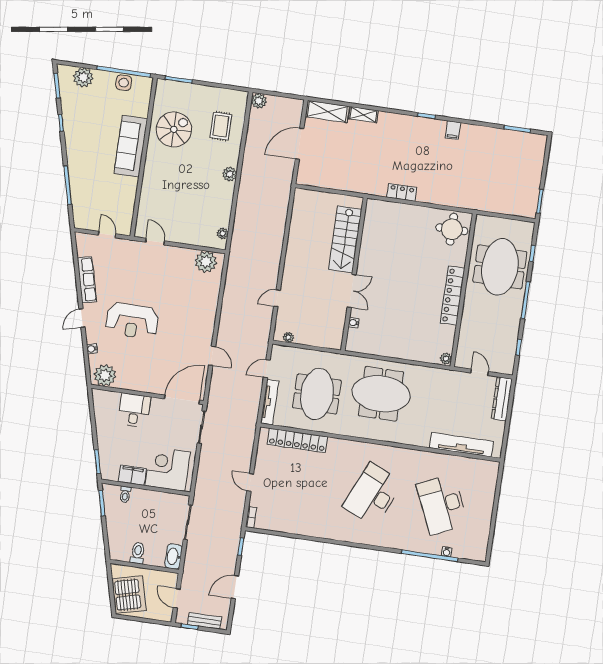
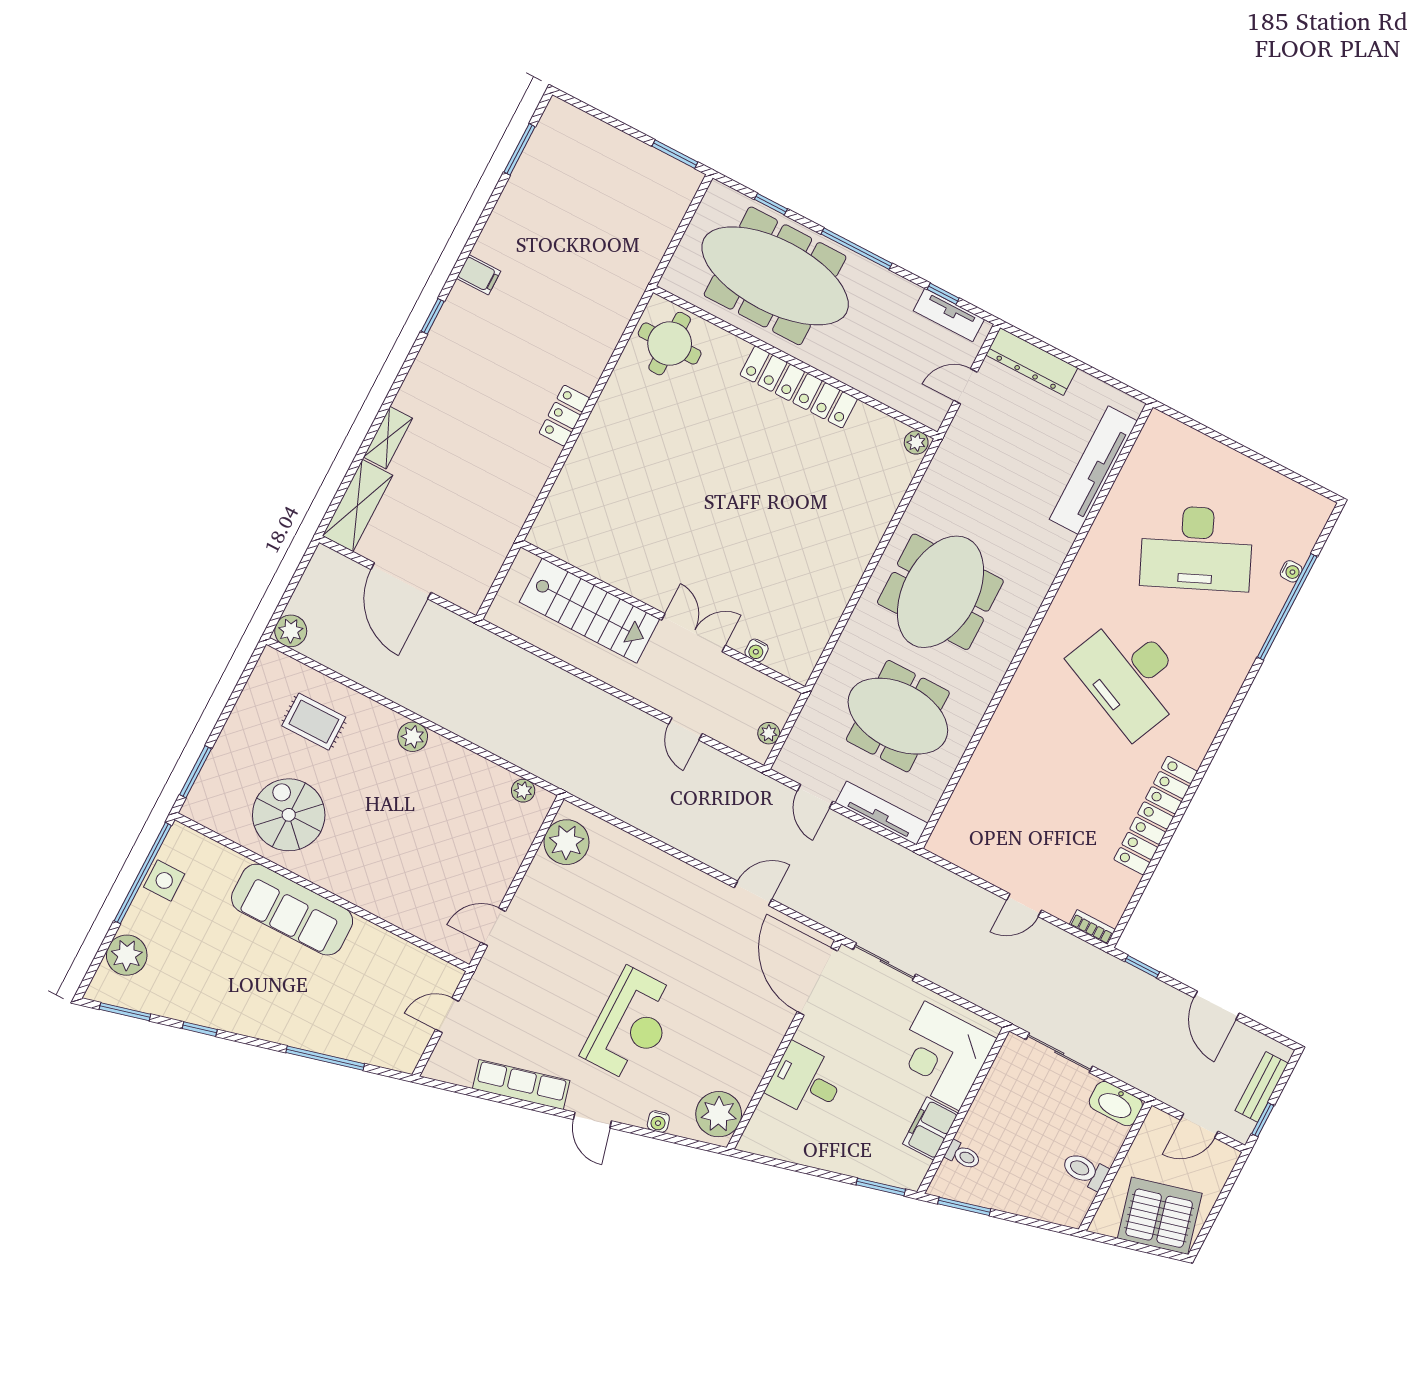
stairs: (345, 239) -> (589, 611), moved
meeting table: (500, 267) -> (775, 276), width x1.36
wall: (354, 274) -> (663, 617), moved
double door: (352, 291) -> (693, 633), moved
water cooler: (354, 323) -> (757, 650), moved
tv unit: (510, 353) -> (949, 315), added
locker: (297, 441) -> (1156, 815), moved, turned 180

